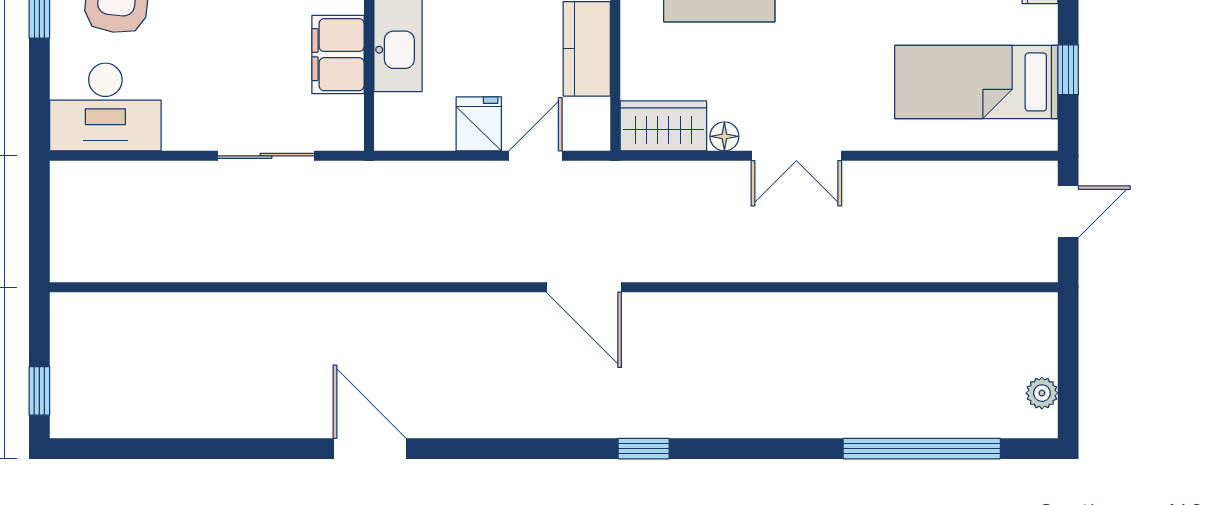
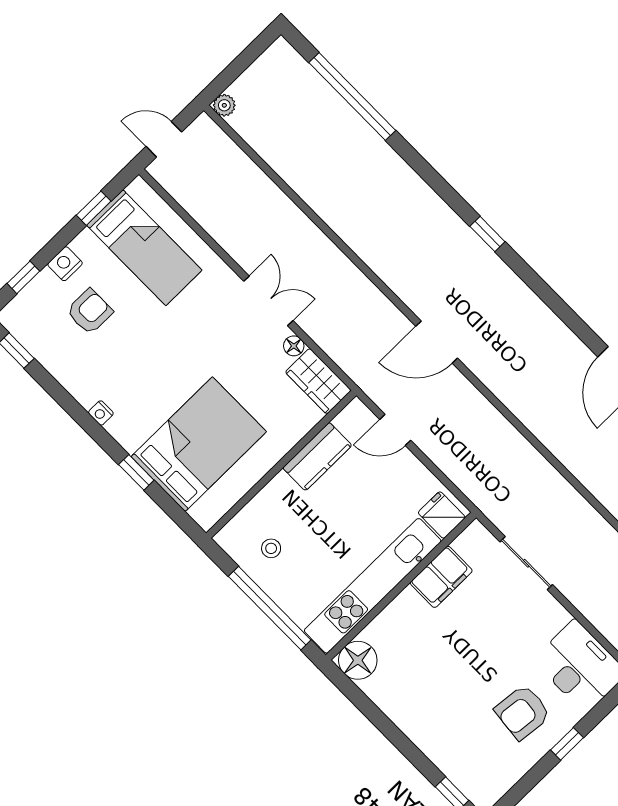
fridge: (479, 124) -> (442, 515), moved, turned 90
door: (584, 287) -> (437, 342), swing flipped
plant: (1042, 393) -> (224, 105), moved

